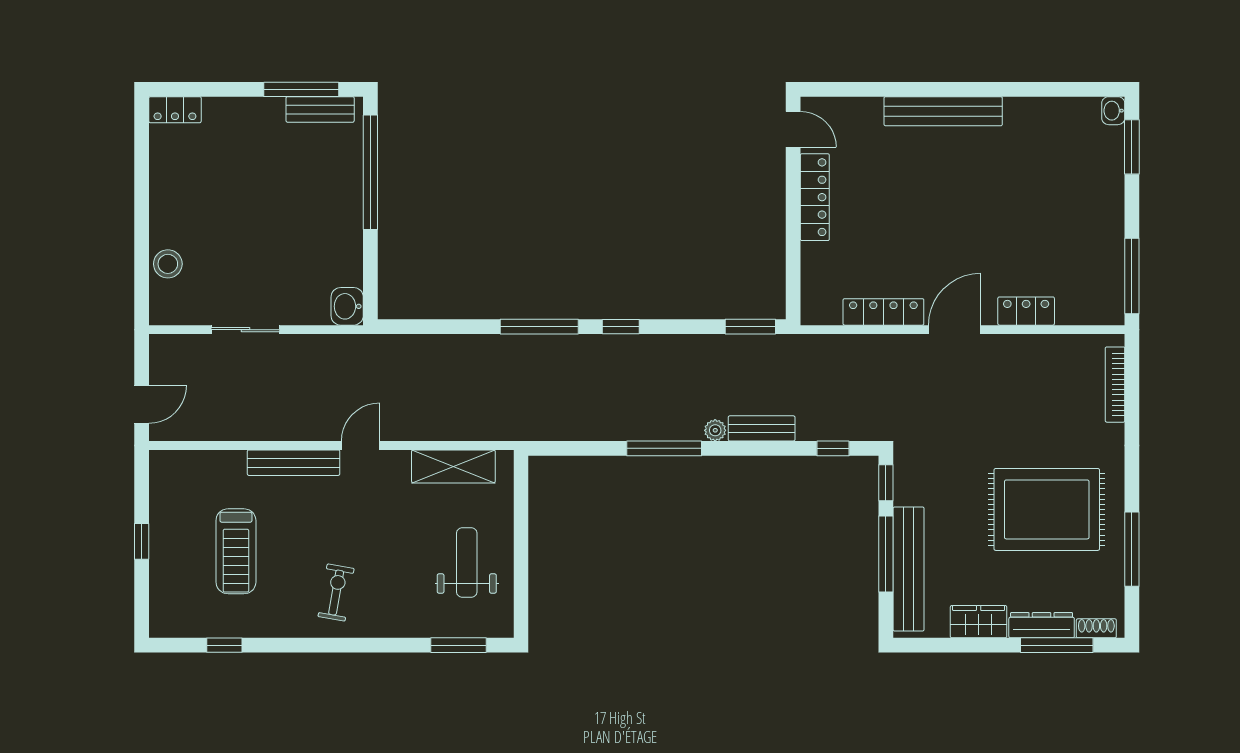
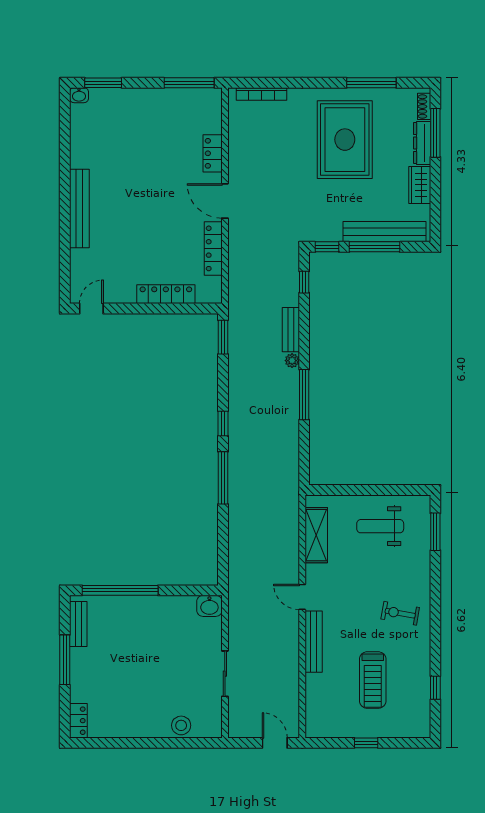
window: (301, 89) -> (65, 660), moved
locker: (815, 197) -> (166, 294), moved
treadmill: (236, 551) -> (373, 680), turned 90

